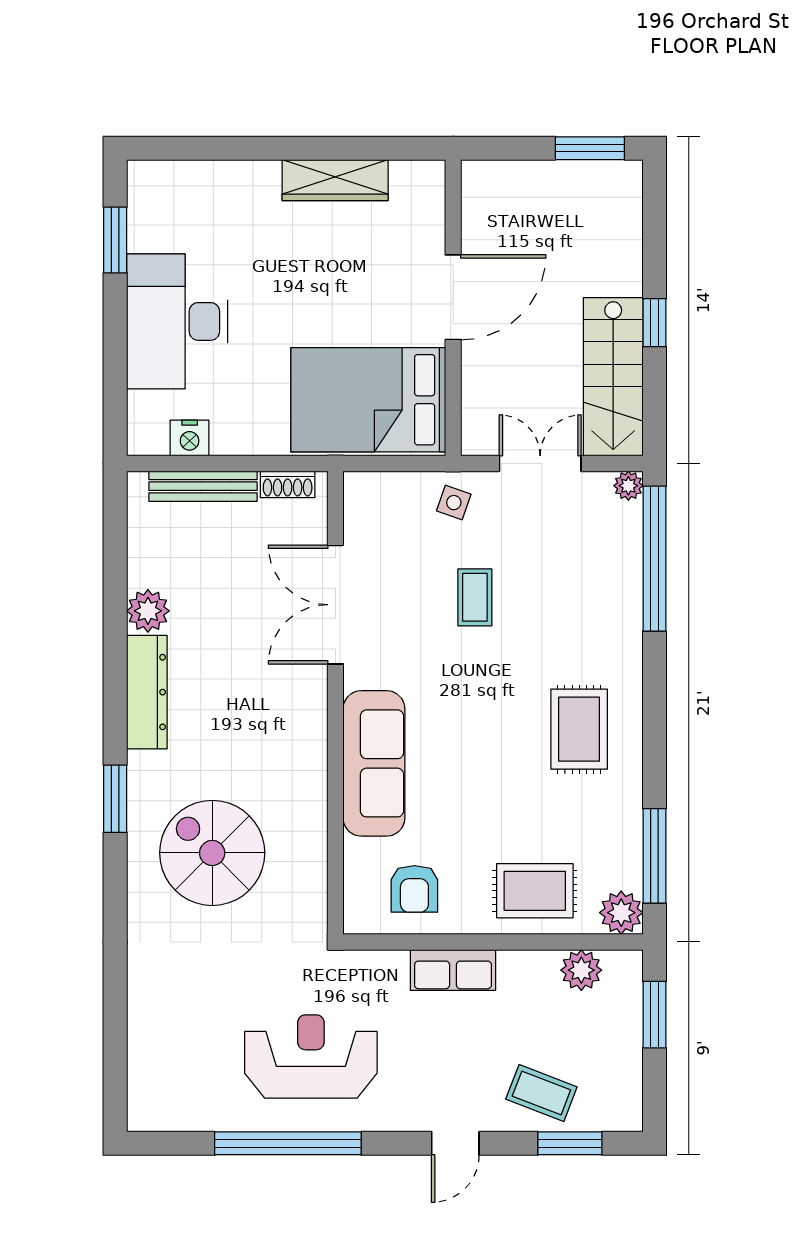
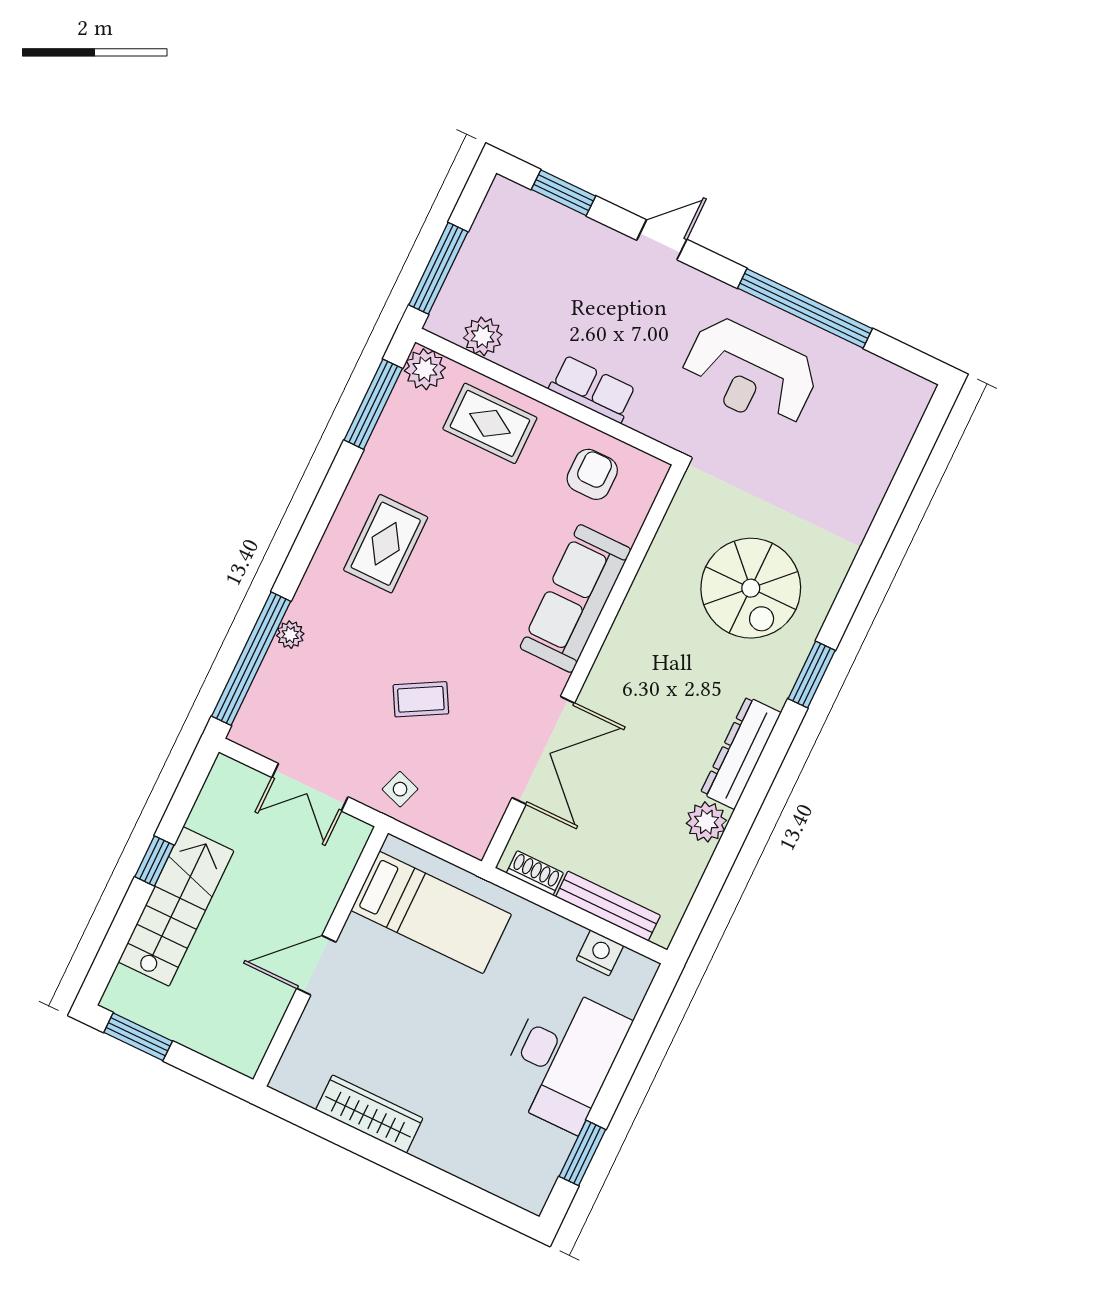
door: (453, 297) -> (316, 965), width x0.73
stairs: (613, 377) -> (176, 906), moved
bed: (368, 400) -> (431, 912), width x0.67
plant: (628, 486) -> (290, 635), moved
coffee table: (475, 597) -> (421, 699), turned 61
window: (654, 1015) -> (438, 268), width x1.44
coffee table: (541, 1093) -> (567, 247), removed

